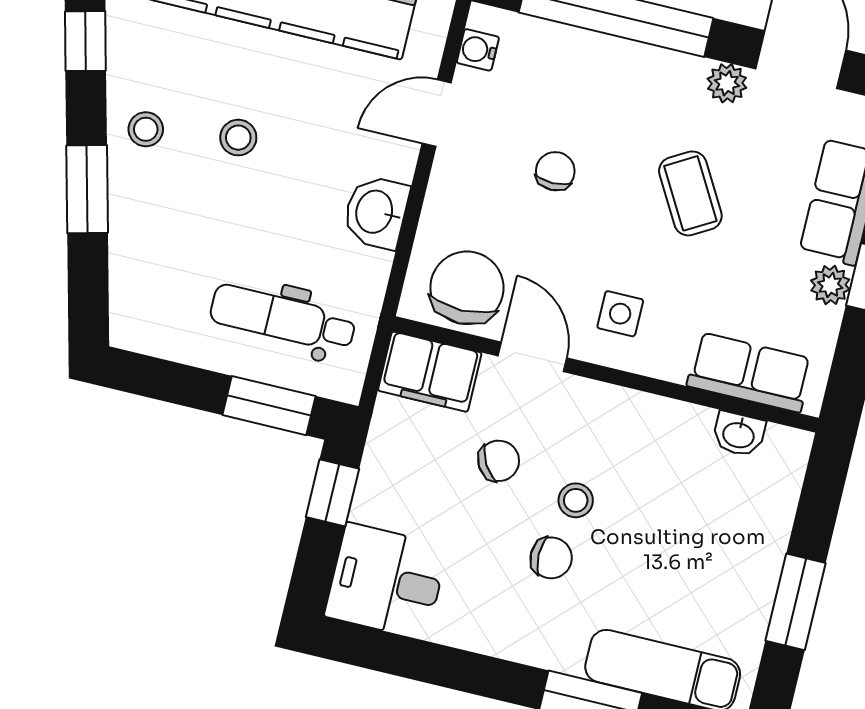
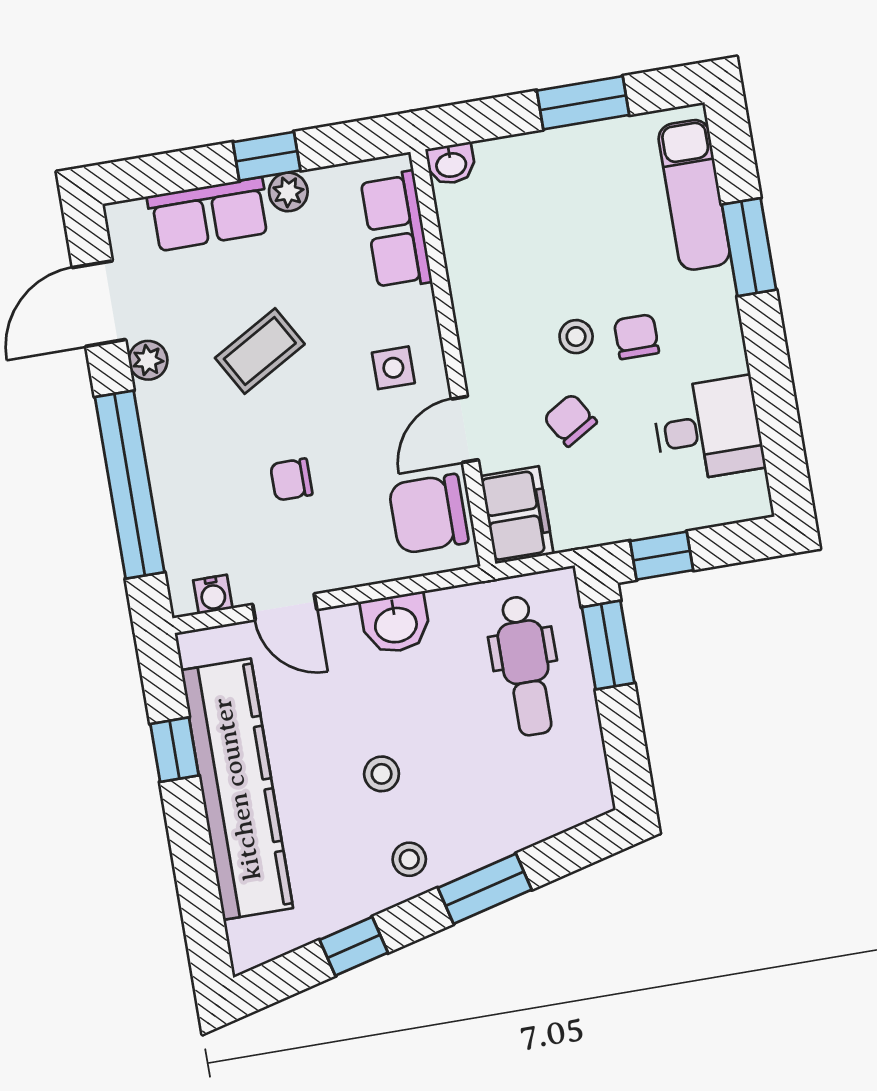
washbasin: (739, 434) -> (451, 164), moved, turned 90
desk: (386, 581) -> (708, 429), moved, turned -90

